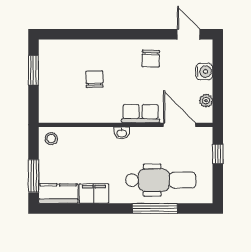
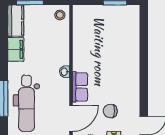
chair: (151, 59) -> (110, 111), moved
chair: (94, 79) -> (108, 50), removed

